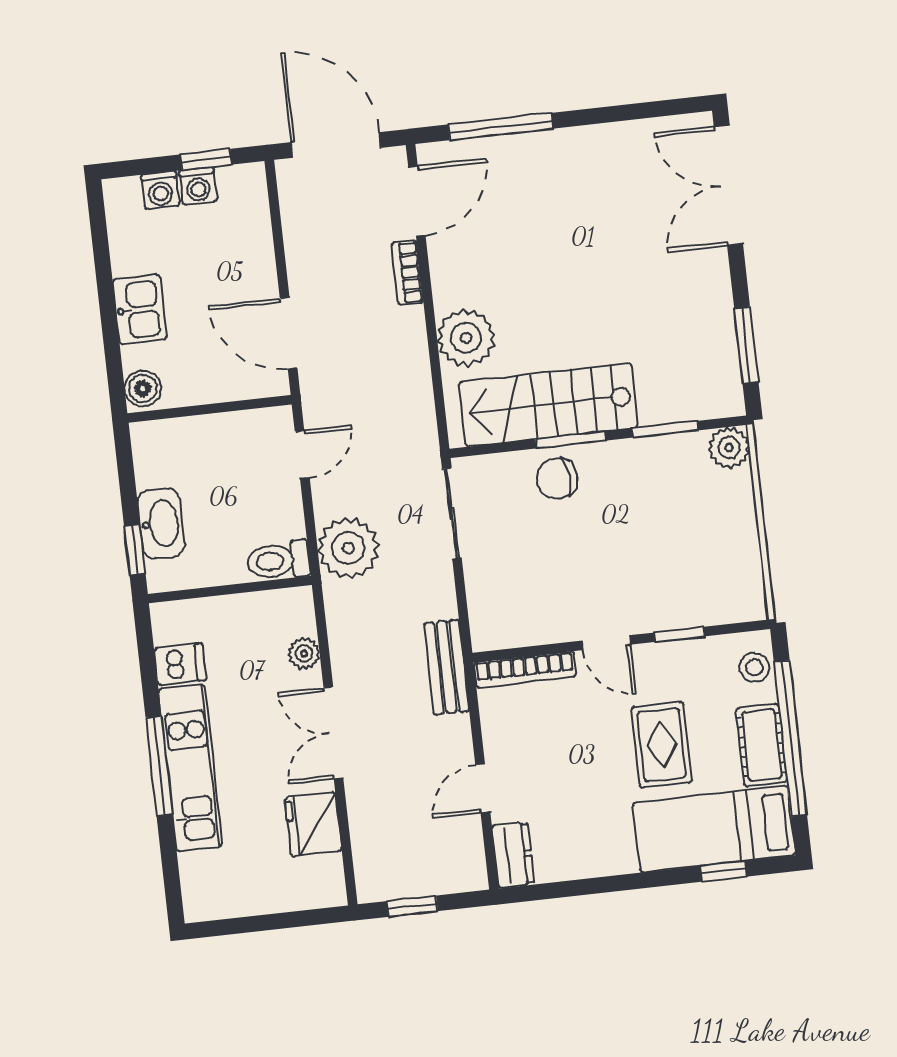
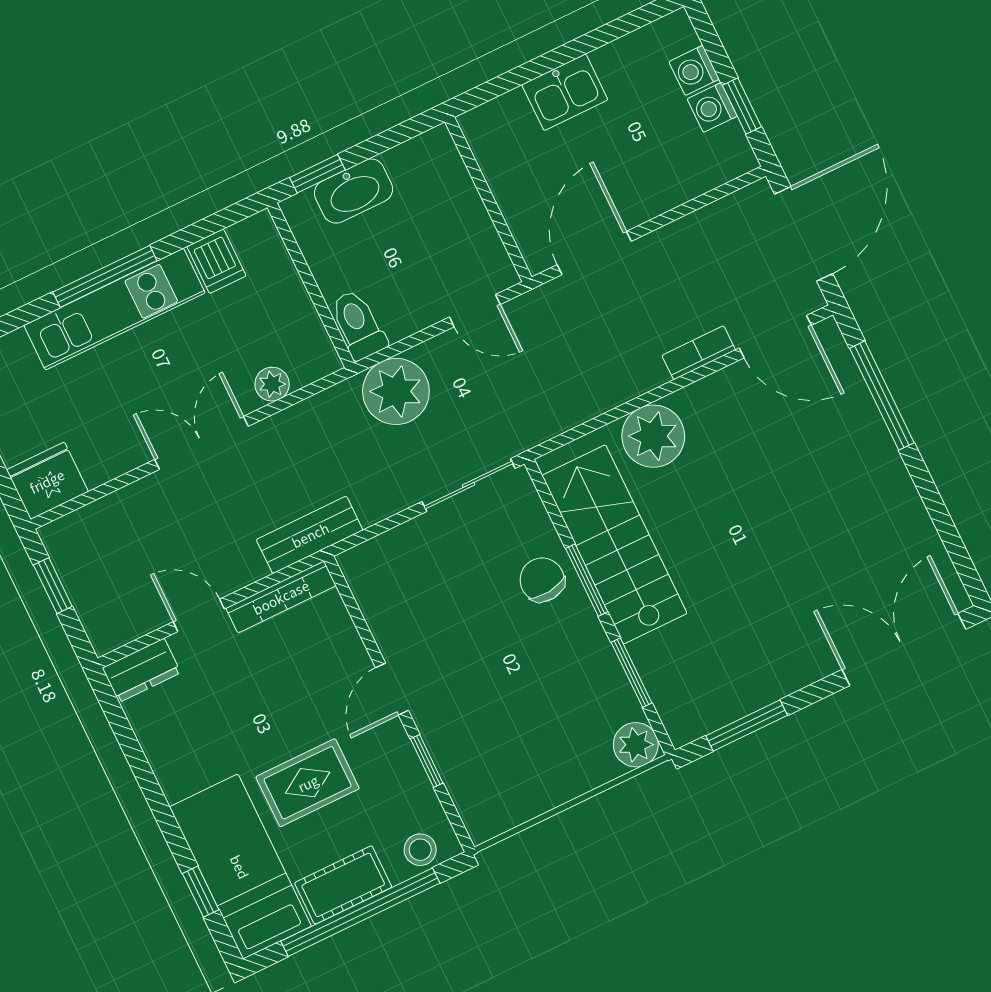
boiler: (143, 389) -> (485, 124), removed
bookcase: (525, 670) -> (281, 597), moved, turned -90
fridge: (313, 824) -> (47, 481), moved

